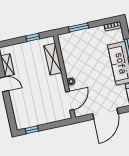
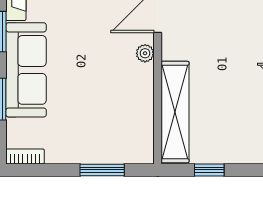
shelving: (53, 59) -> (175, 112), width x1.47

